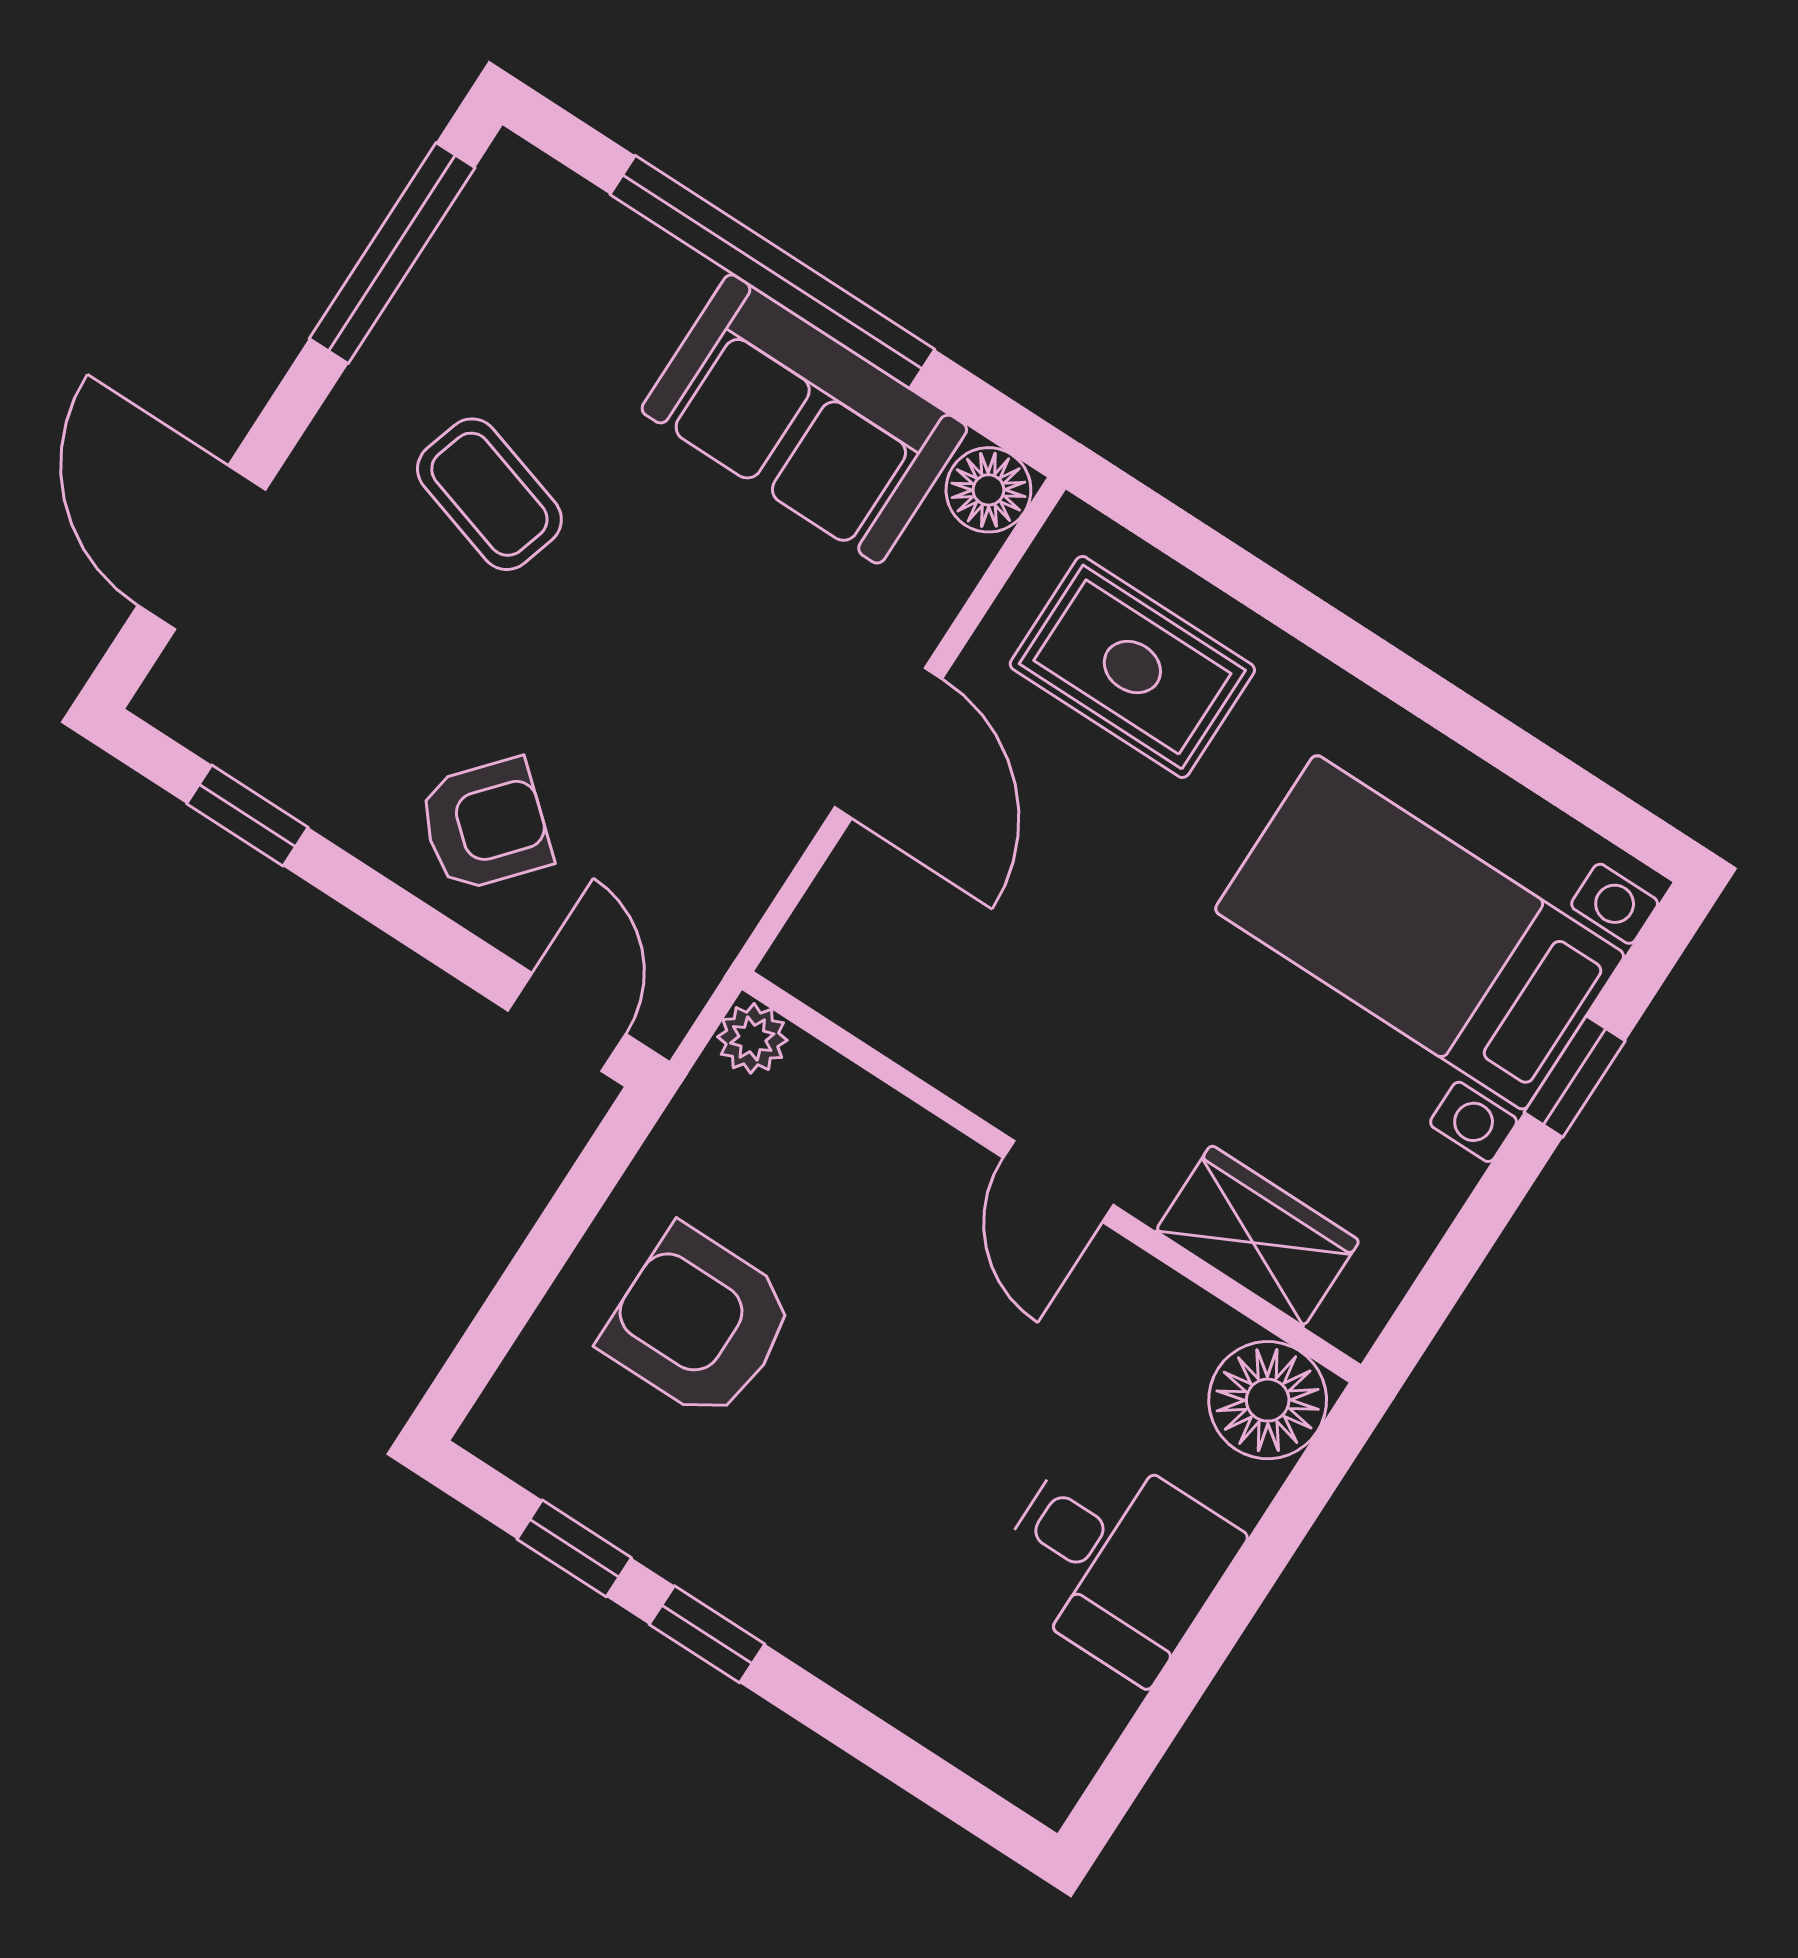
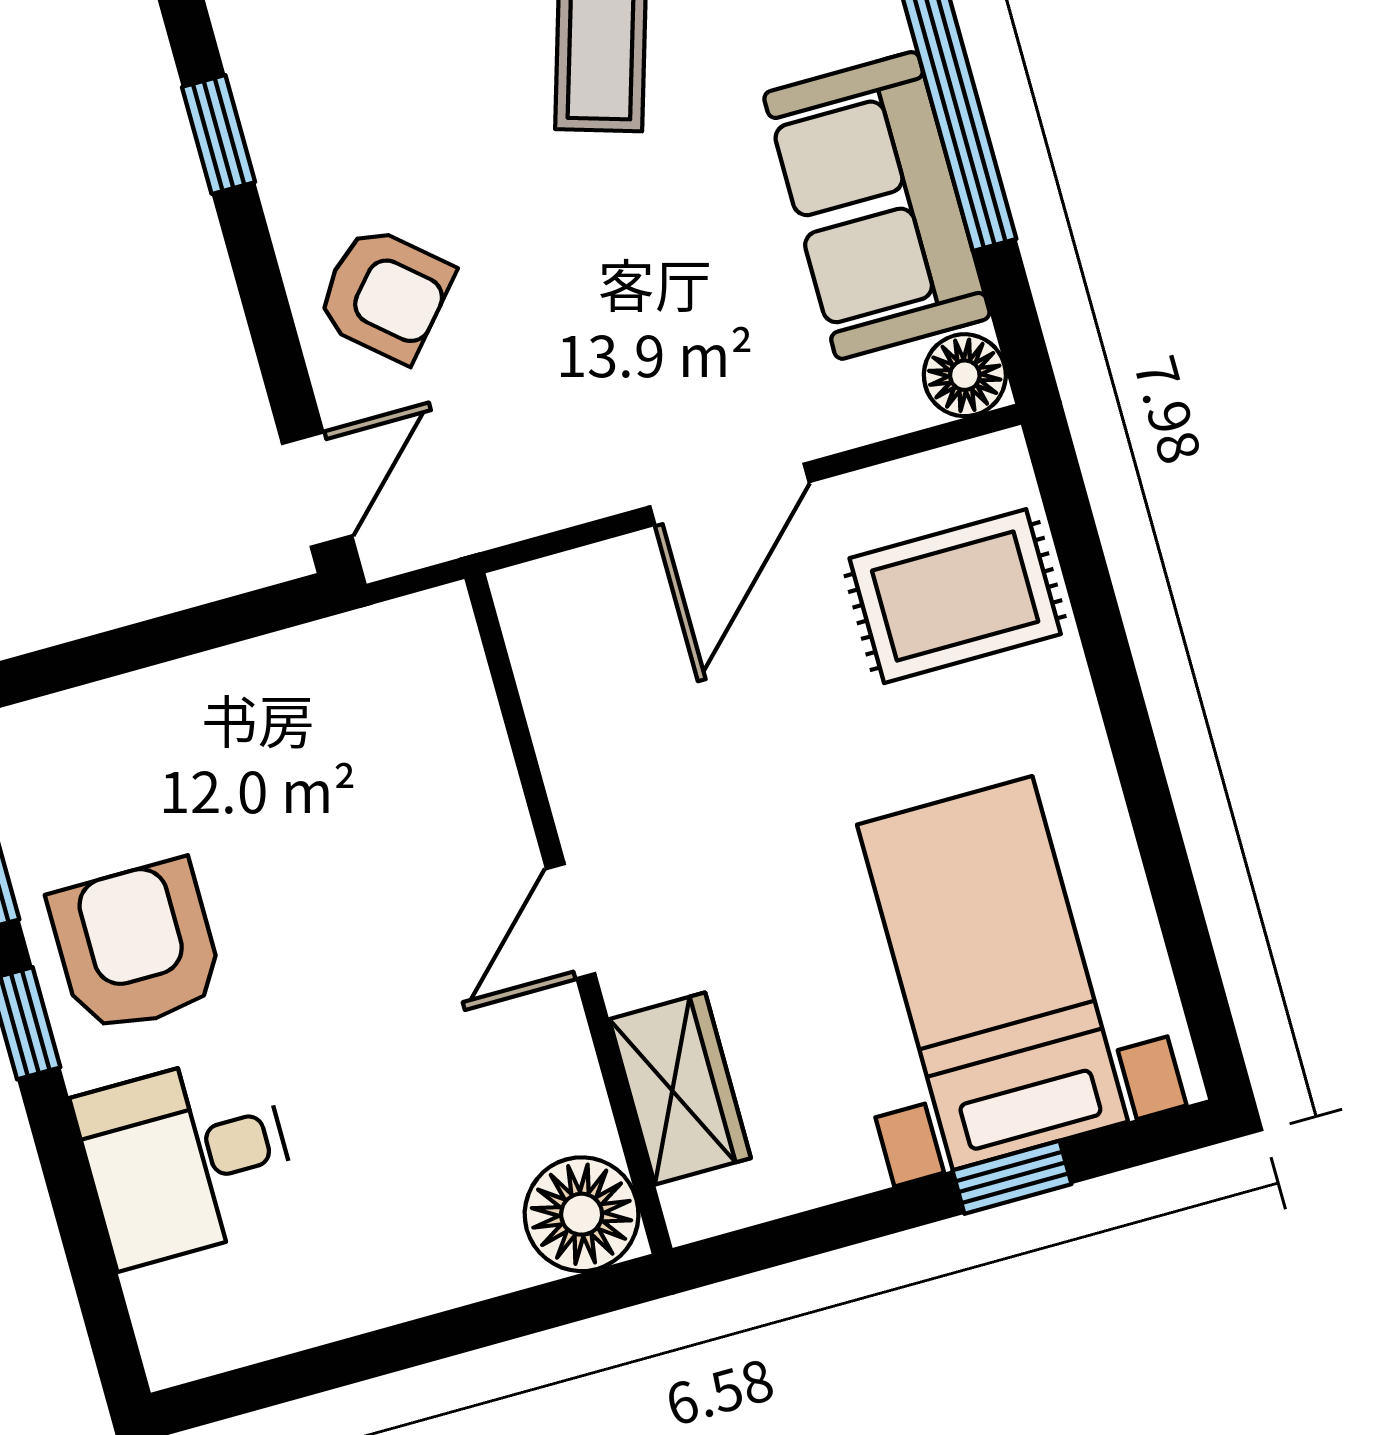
rug: (1132, 667) -> (955, 596), turned 90
plant: (752, 1038) -> (441, 621), removed
armchair: (699, 1324) -> (136, 947), moved
desk: (1115, 1559) -> (187, 1159), moved, turned 90

